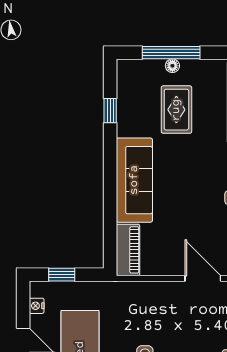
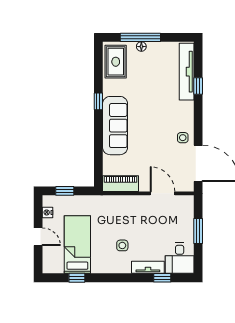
rug: (176, 110) -> (116, 62), moved
window: (110, 111) -> (98, 101), moved
piano: (128, 250) -> (121, 184), moved, turned -90

